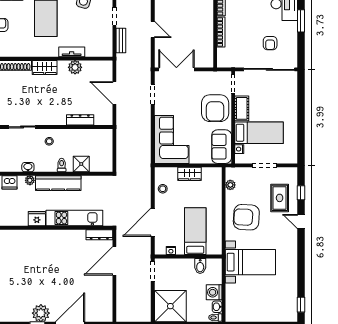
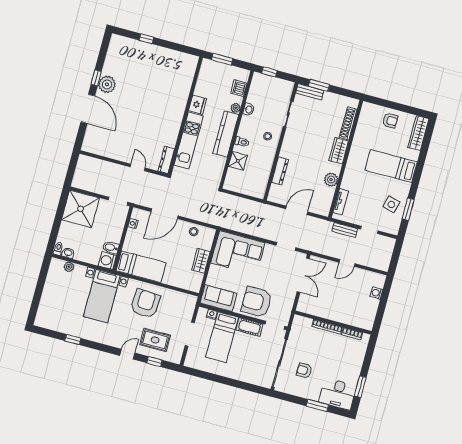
tv unit: (72, 52) -> (341, 202), moved
plant: (230, 185) -> (69, 267), moved
door: (153, 222) -> (164, 214), swing flipped
bed: (195, 231) -> (141, 267), moved
door: (114, 261) -> (138, 167), width x0.53
washing machine: (214, 292) -> (107, 261), moved, turned -90
window: (301, 305) -> (73, 339), moved

